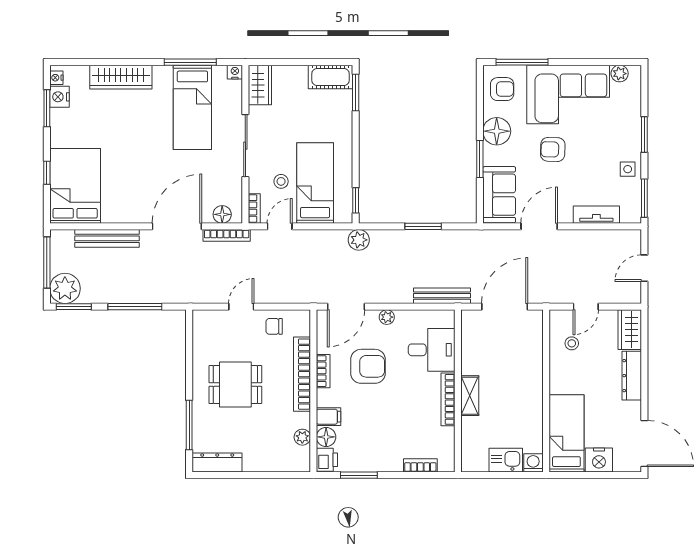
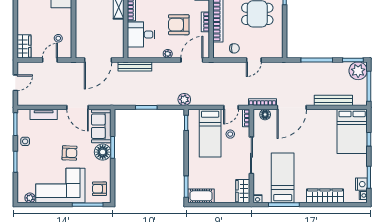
floor lamp: (497, 131) -> (103, 152), moved
door: (539, 226) -> (78, 107), hinge flipped
dresser: (632, 376) -> (23, 19), removed

